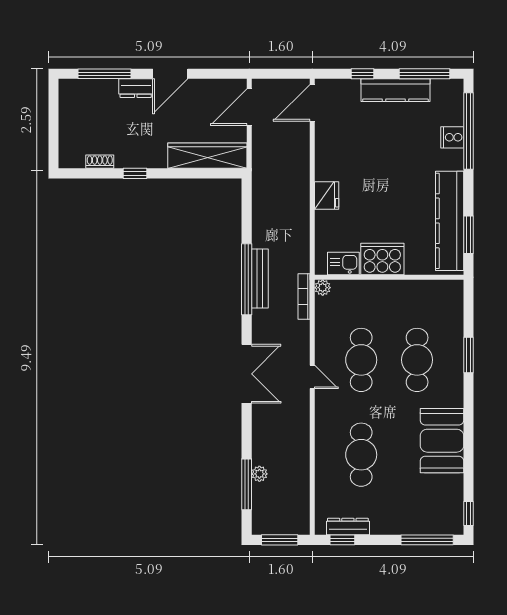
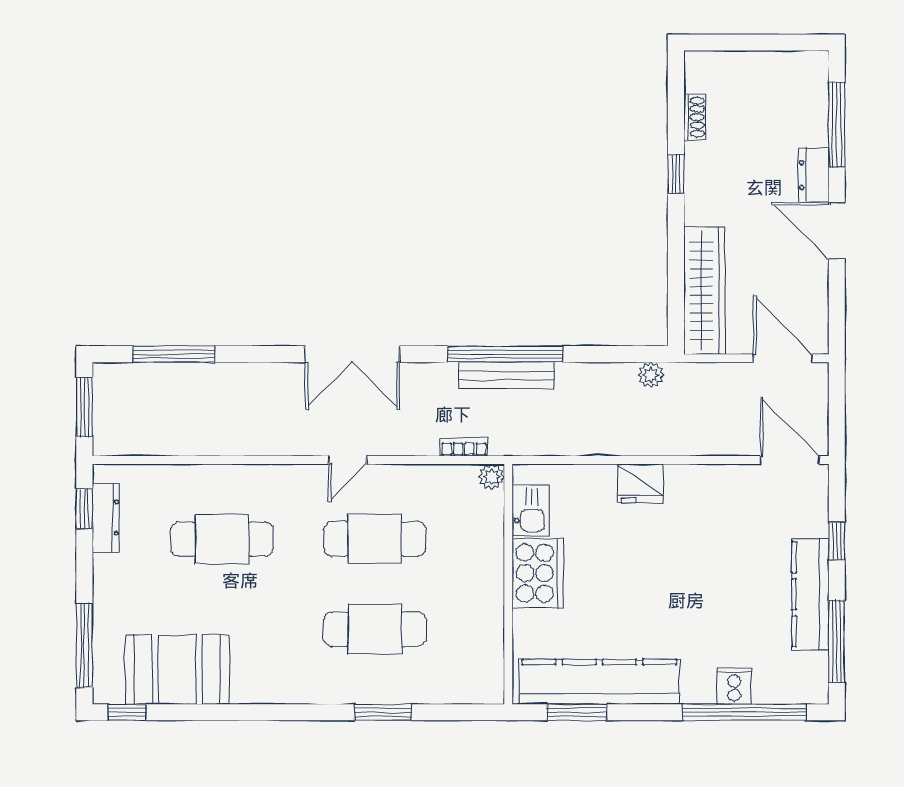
bookcase: (304, 297) -> (464, 447), width x0.64
booth: (442, 441) -> (177, 669), moved
plant: (259, 474) -> (651, 375), moved

